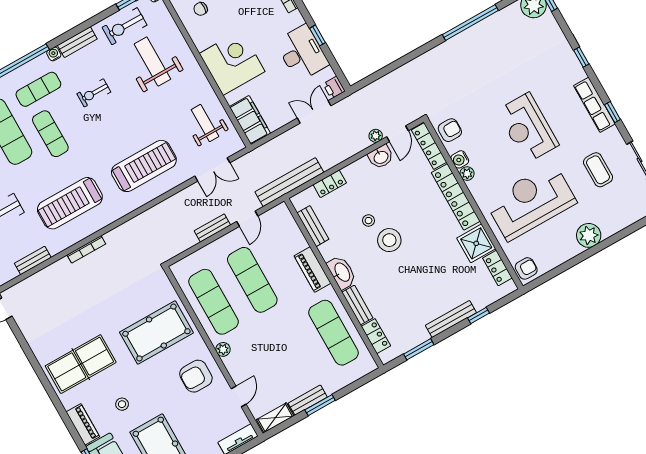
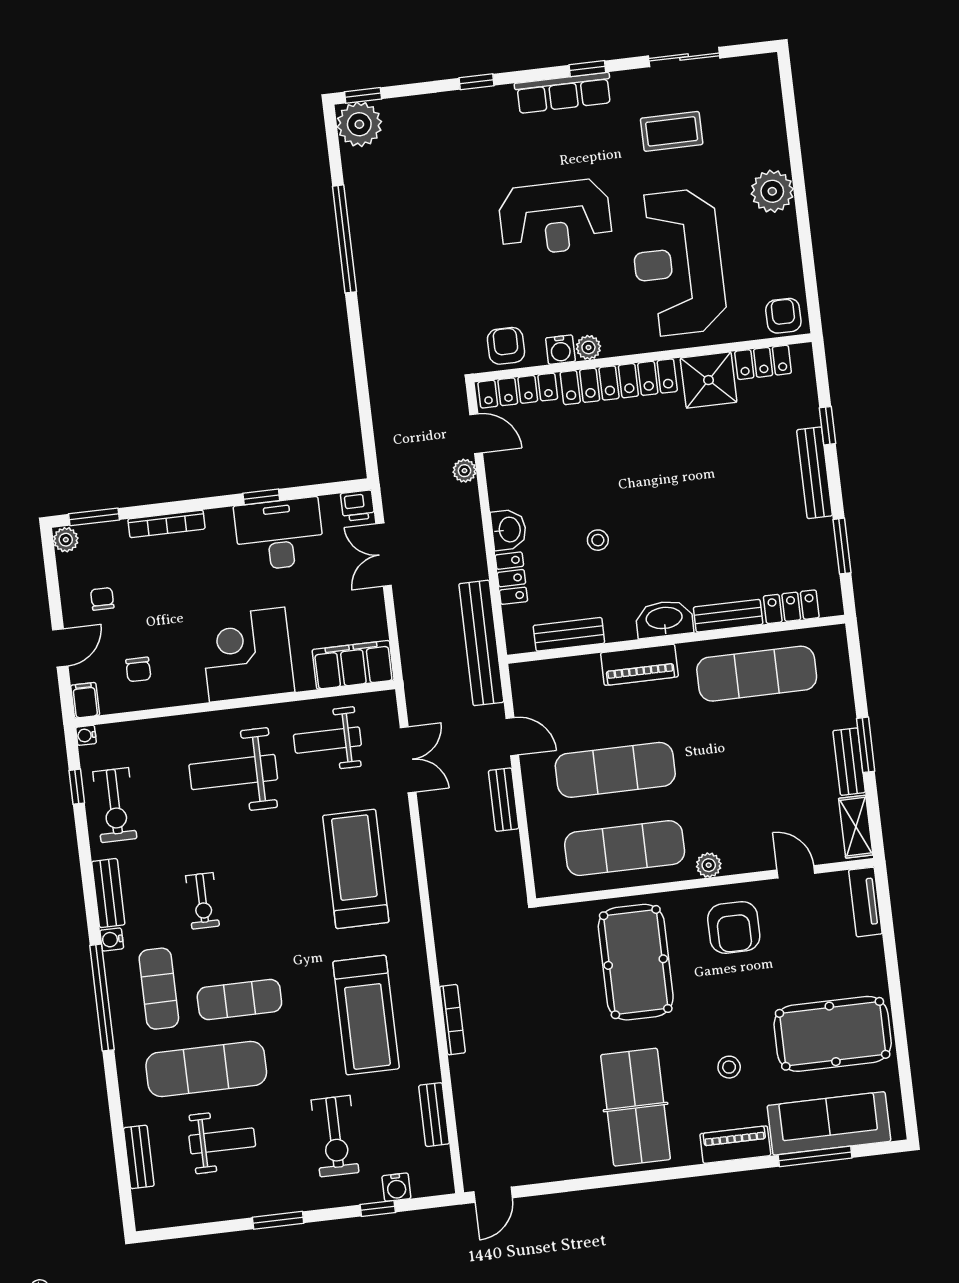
weight bench: (152, 61) -> (233, 772), moved
washbasin: (381, 157) -> (509, 530), moved
stool: (389, 240) -> (644, 519), removed

